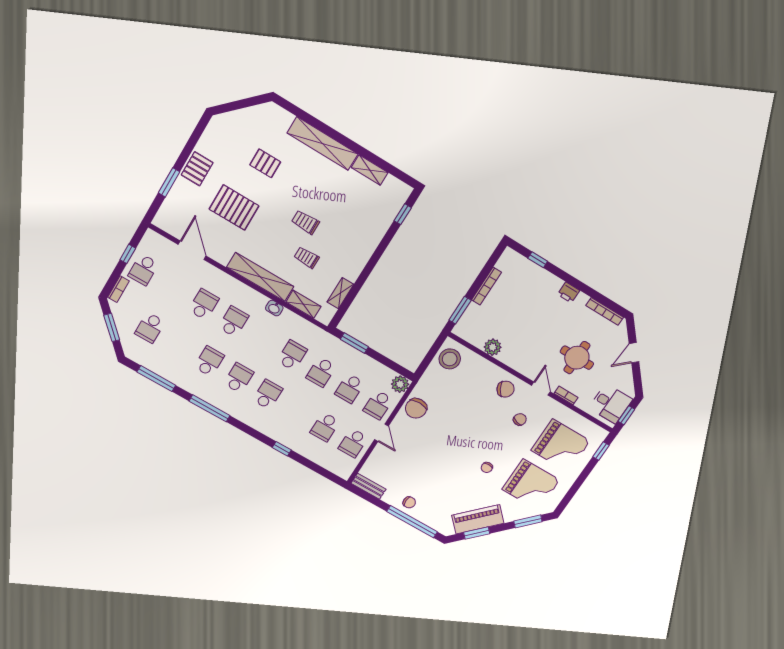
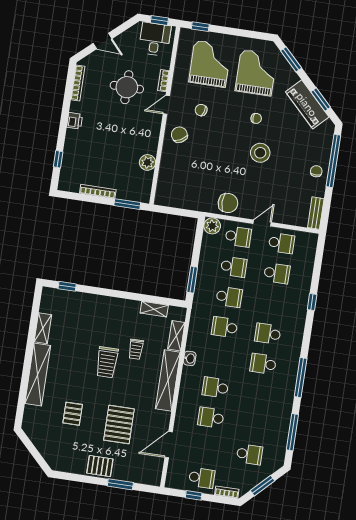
trolley: (305, 222) -> (107, 362), width x1.36, depth x1.39
stool: (450, 359) -> (260, 153), moved
school desk: (209, 361) -> (259, 394), removed

